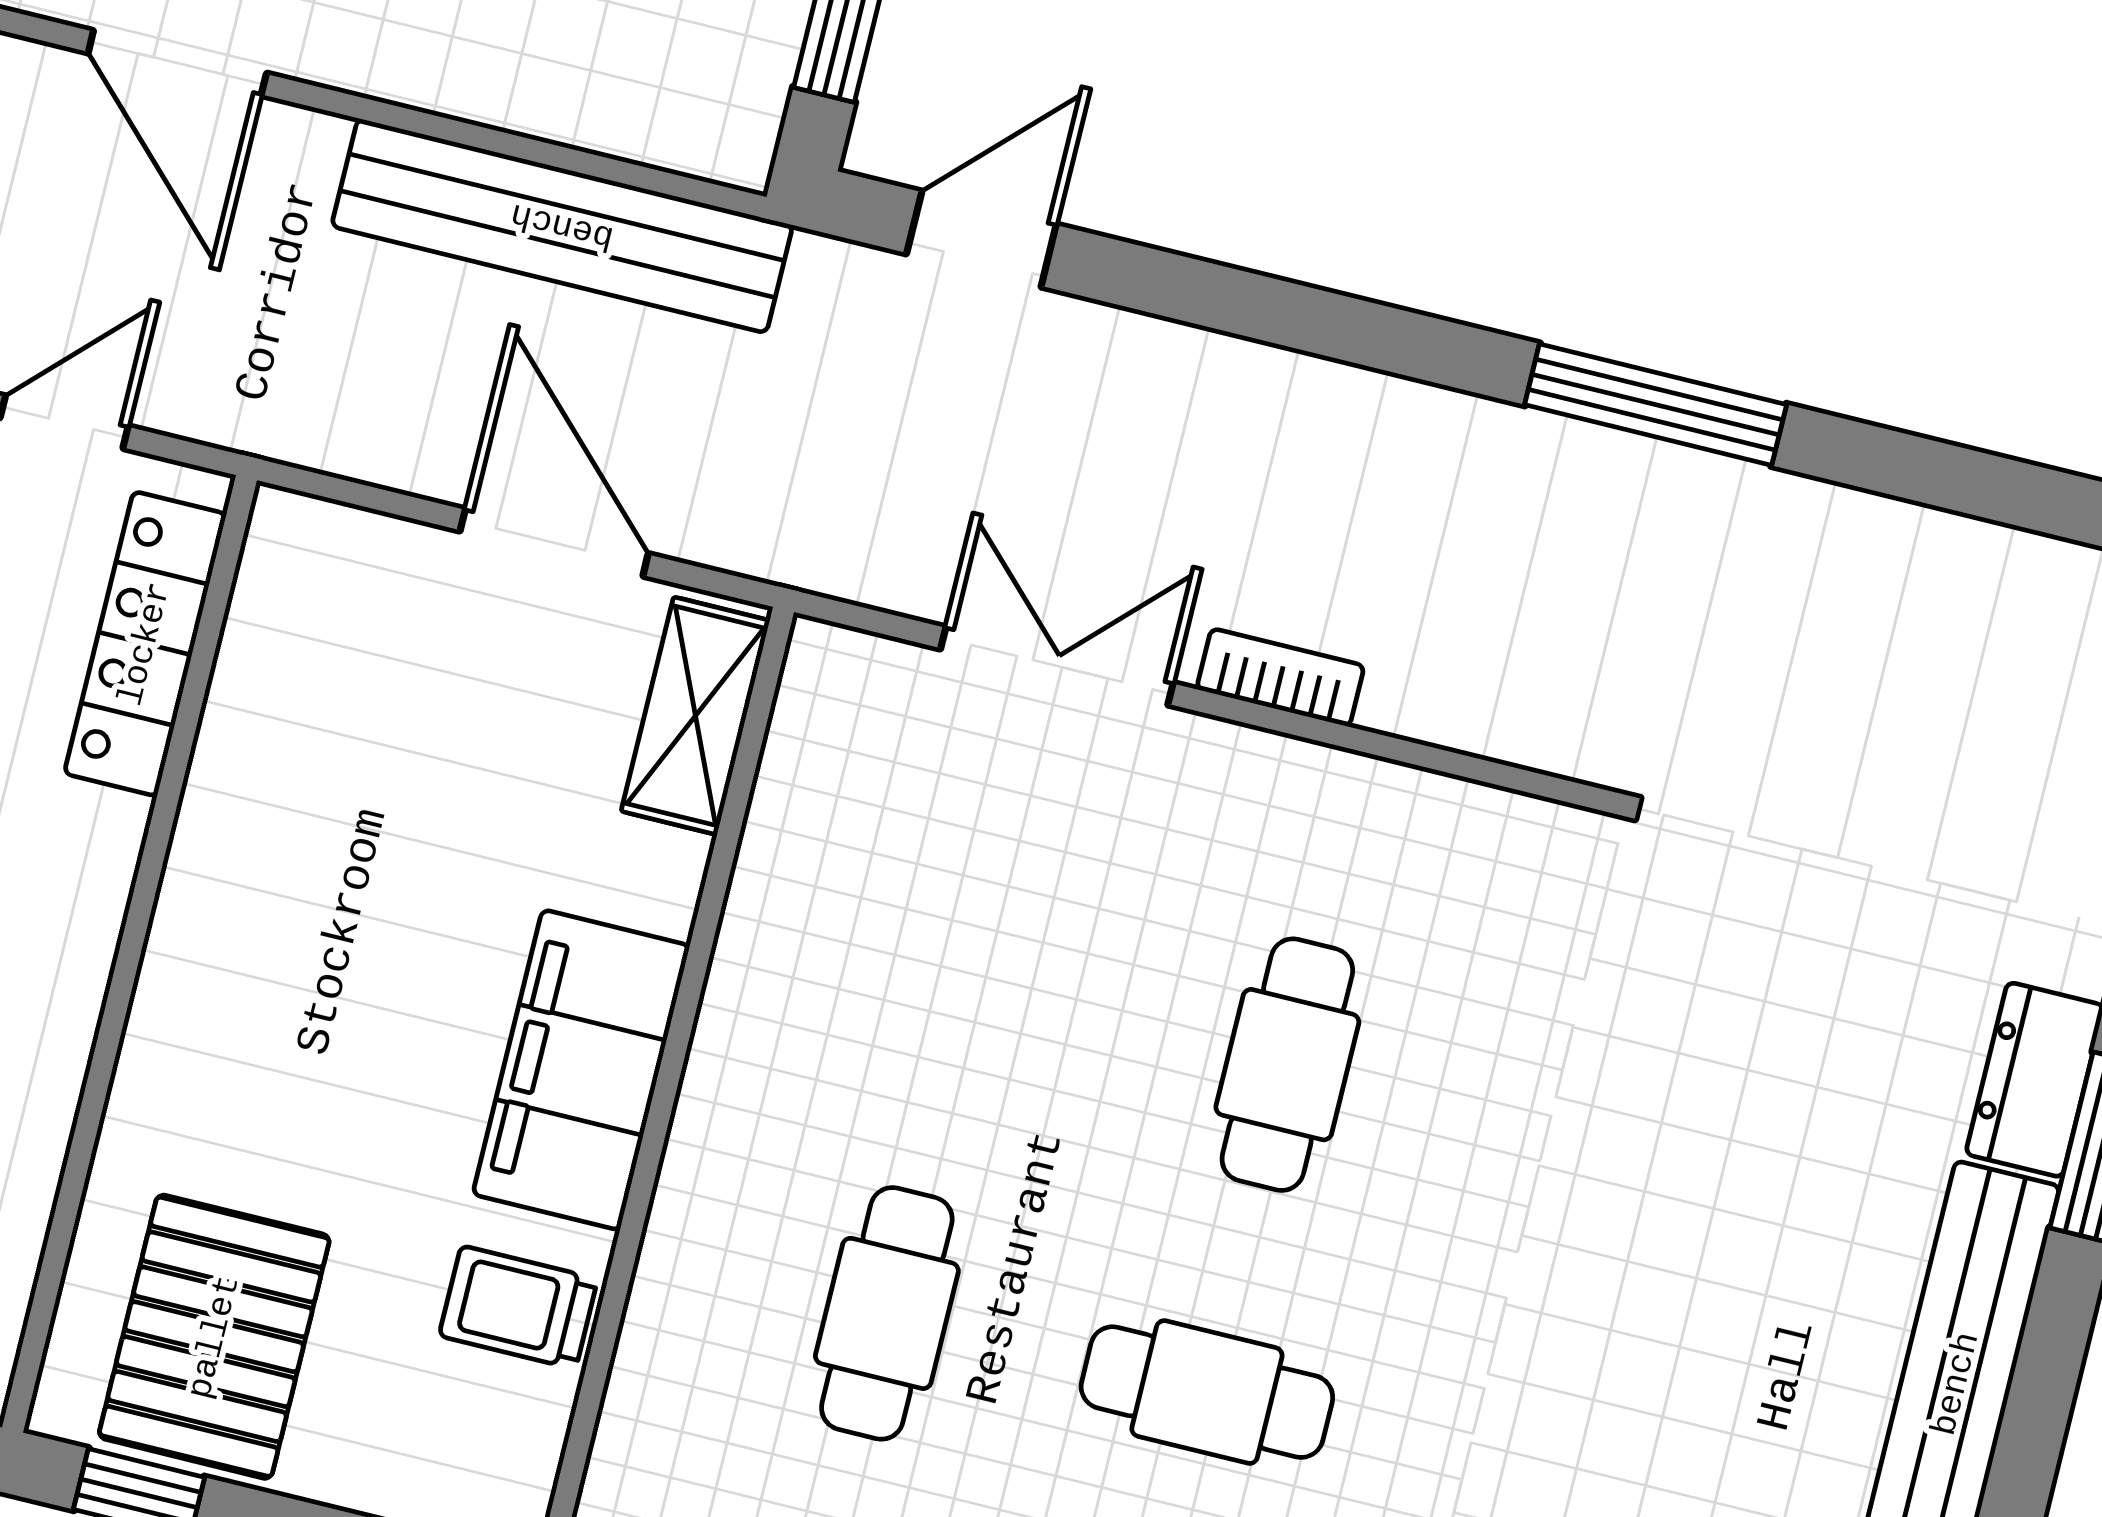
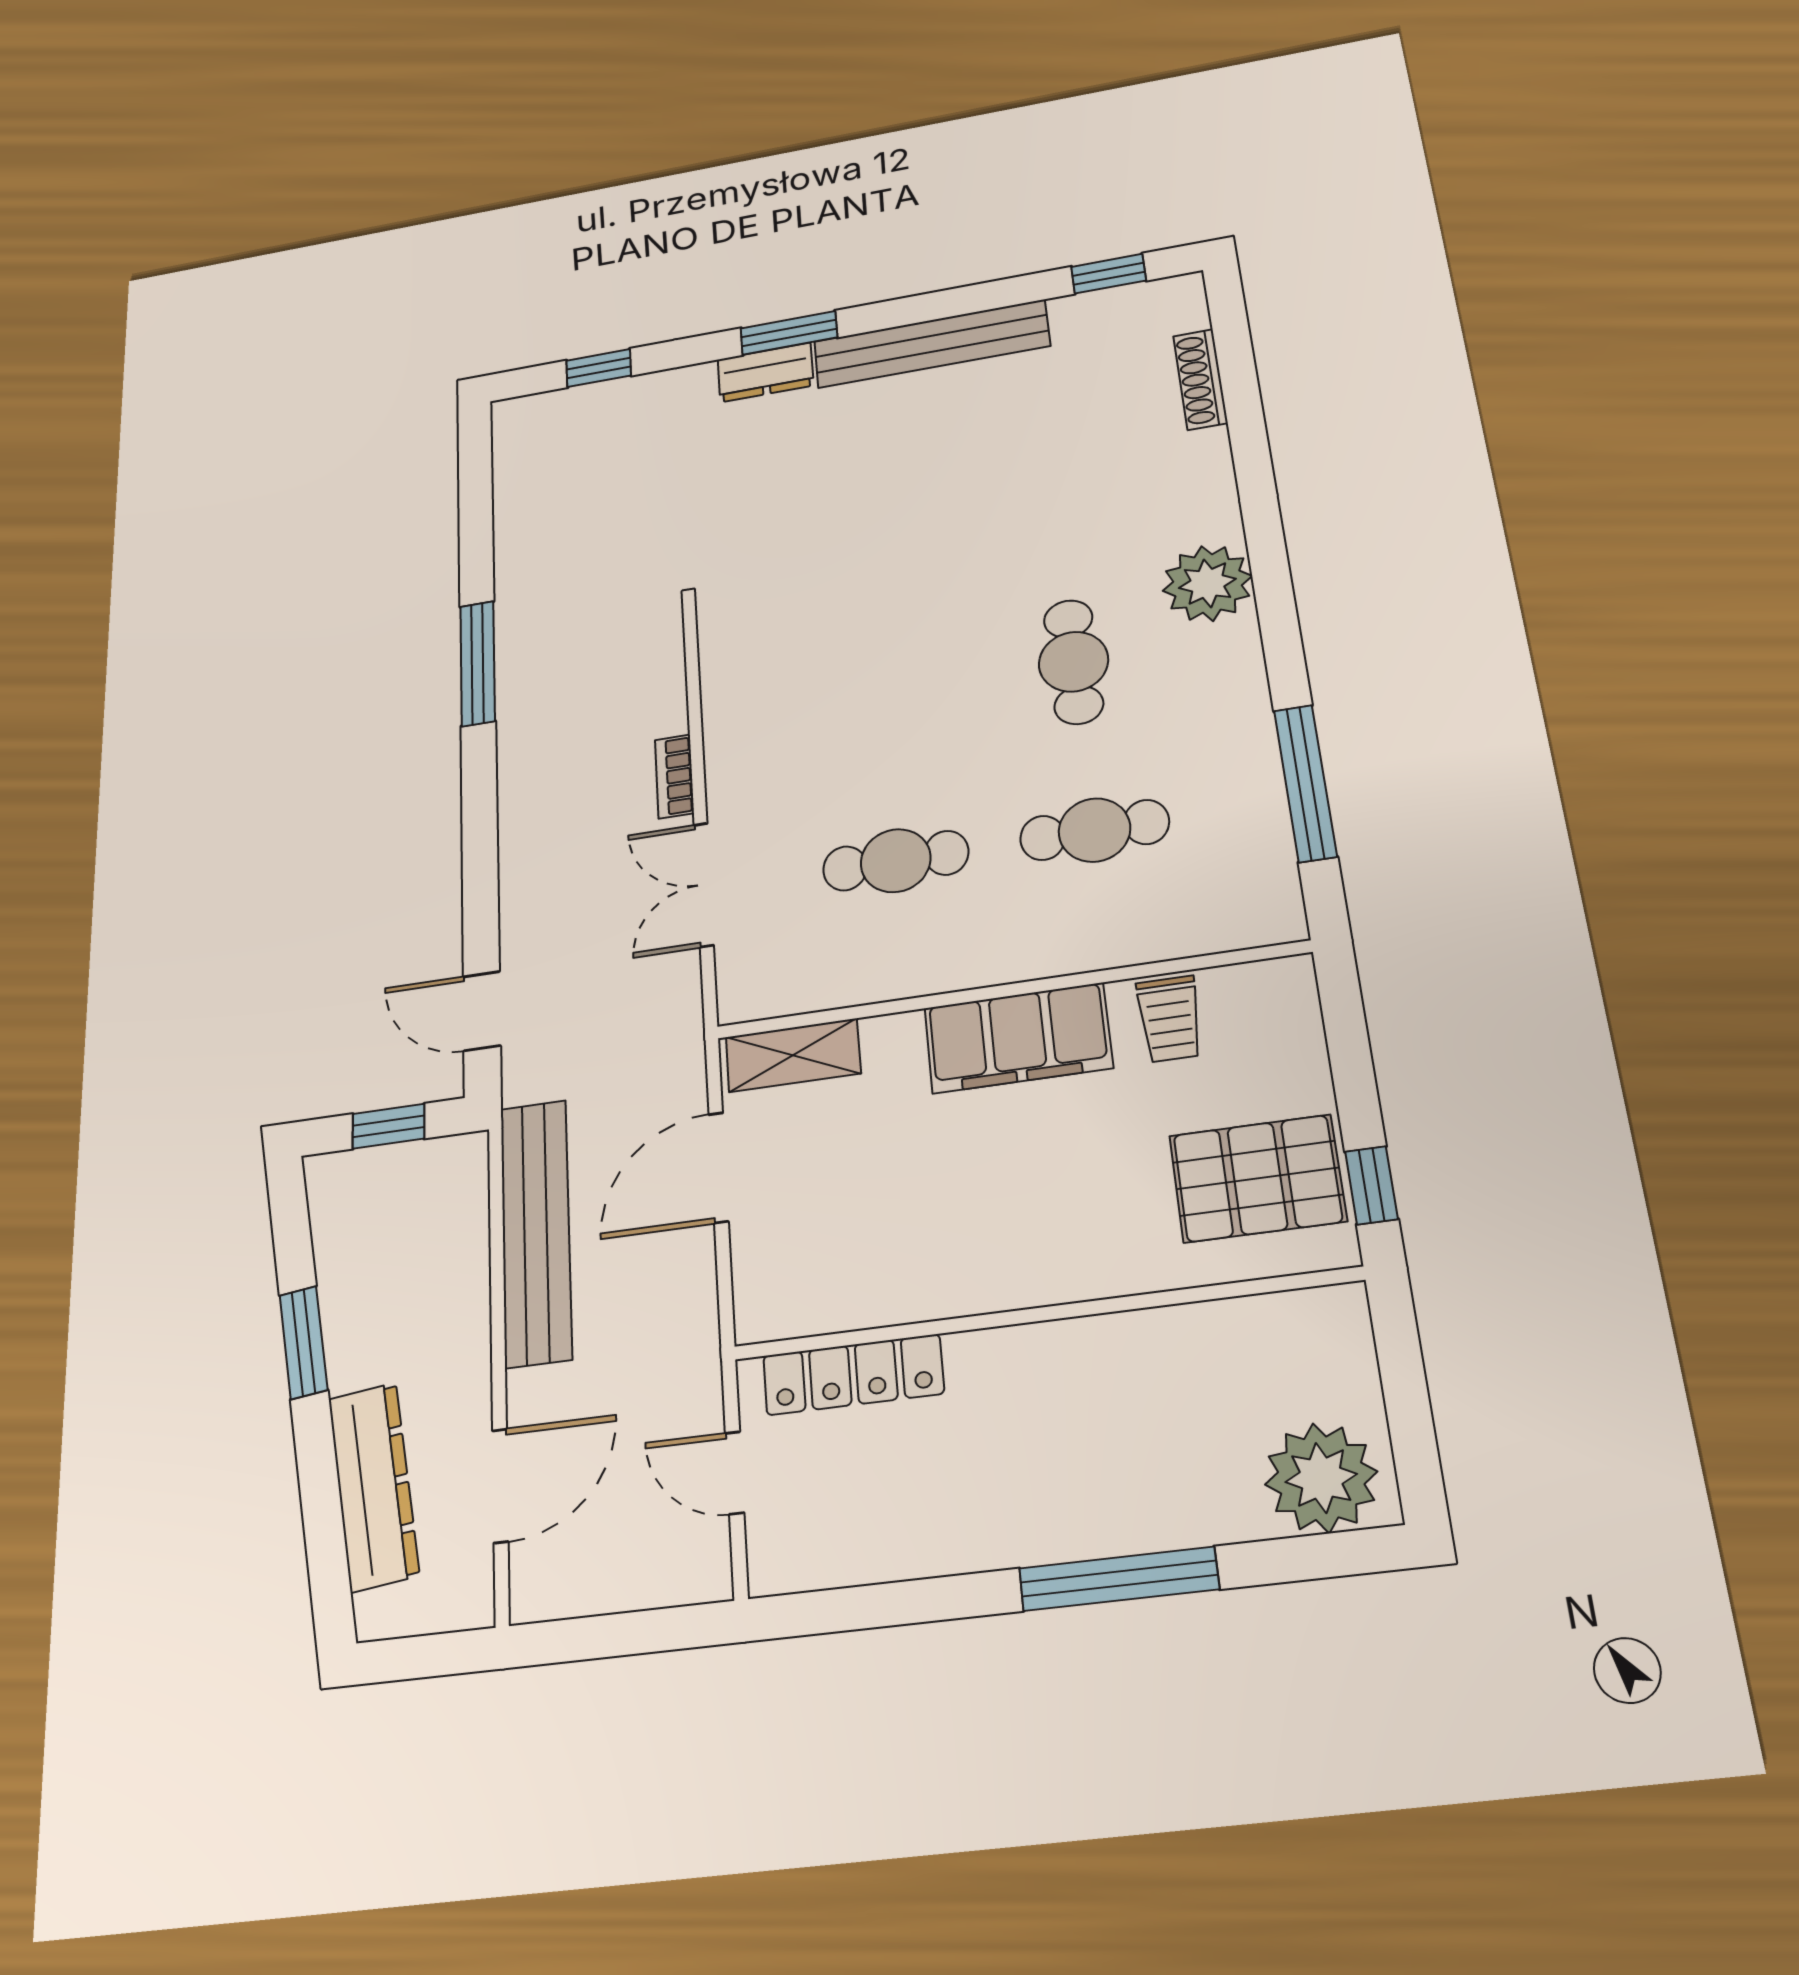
cafe table: (1287, 1065) -> (896, 861), moved

